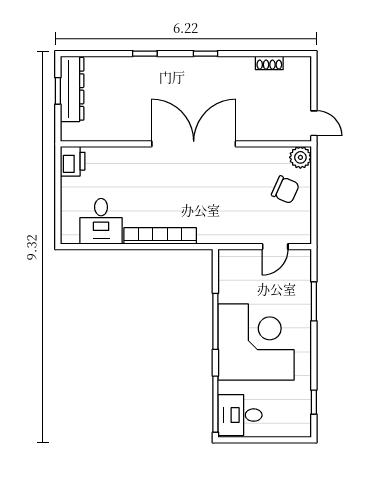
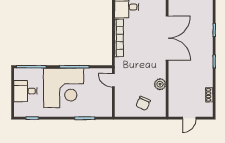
door: (314, 123) -> (189, 118), moved
double door: (194, 144) -> (167, 38), moved
plant: (300, 157) -> (160, 84), moved
door: (275, 247) -> (113, 80), moved
desk: (240, 415) -> (25, 91), moved, turned -90

